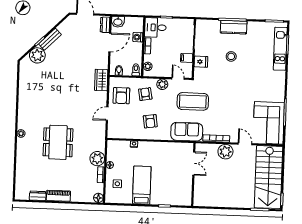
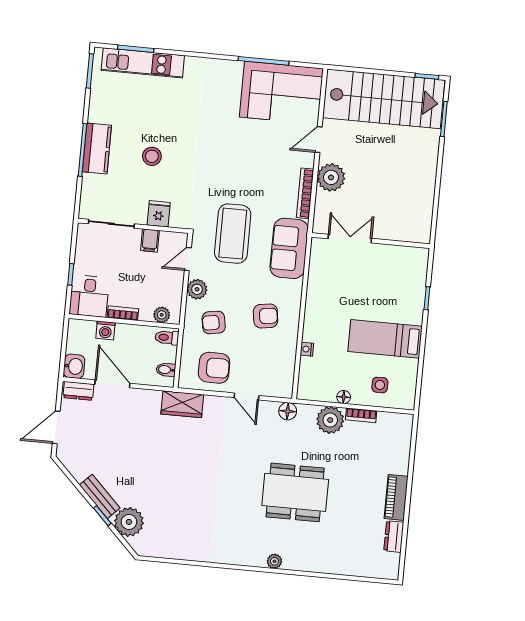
floor lamp: (98, 198) -> (288, 411), moved

